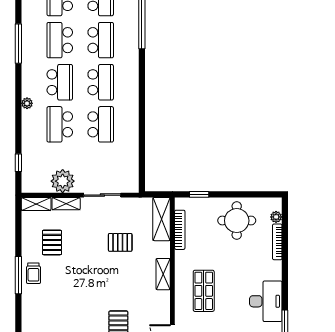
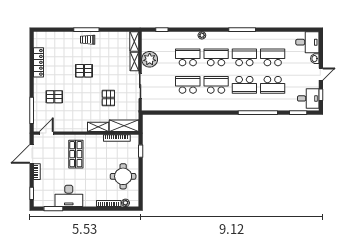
school desk: (60, 82) -> (216, 57), turned 180
school desk: (101, 82) -> (216, 85), turned 180
school desk: (101, 124) -> (188, 85), turned 180
pallet: (52, 242) -> (84, 71), moved
shelving: (163, 274) -> (98, 127), moved
shop shelf: (204, 291) -> (76, 154), turned 90

